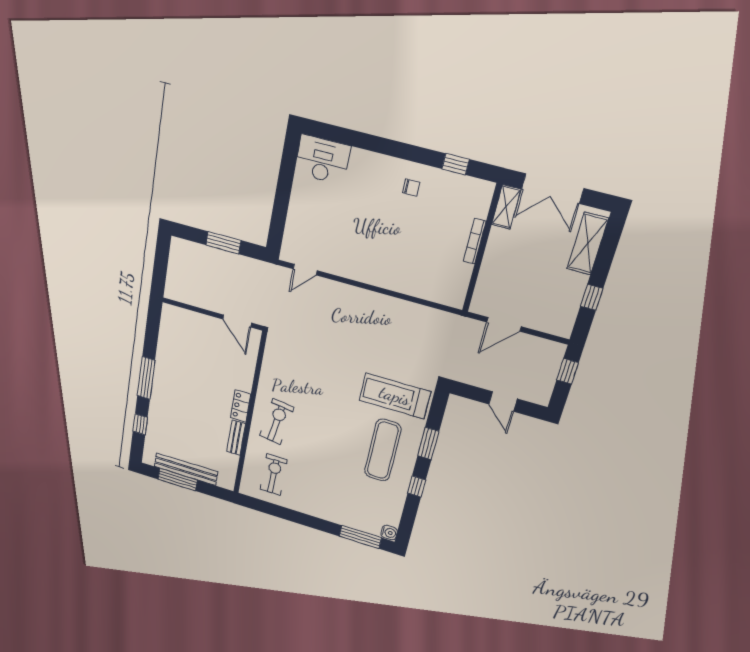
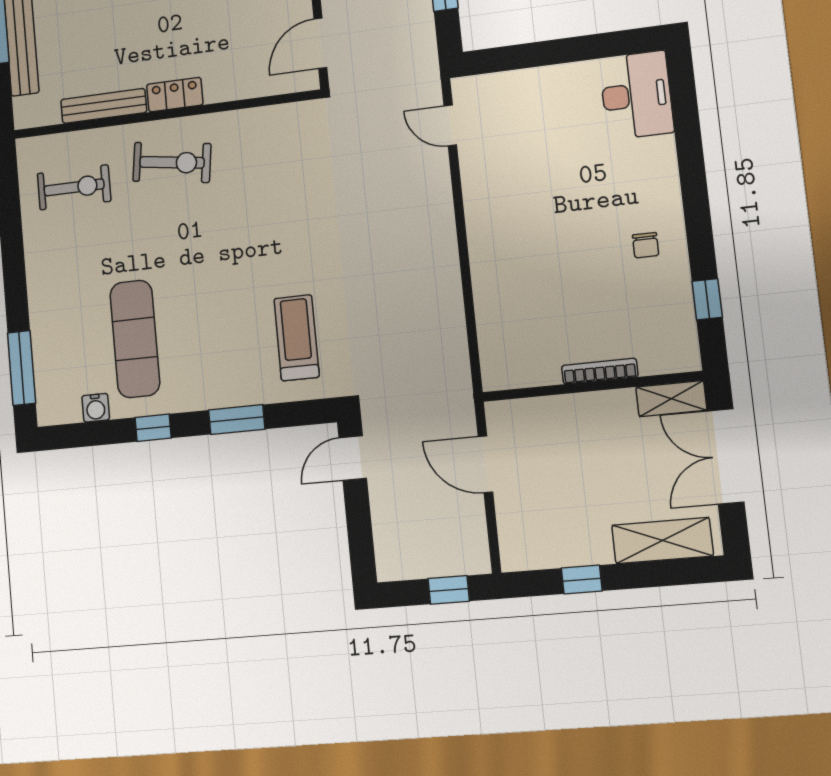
treadmill: (395, 396) -> (297, 338), width x0.73, depth x0.73
door: (503, 401) -> (353, 458), moved
bench: (236, 438) -> (104, 106), width x1.36
exercise mat: (383, 450) -> (135, 339), moved, turned 90
water cooler: (389, 533) -> (96, 408), moved

